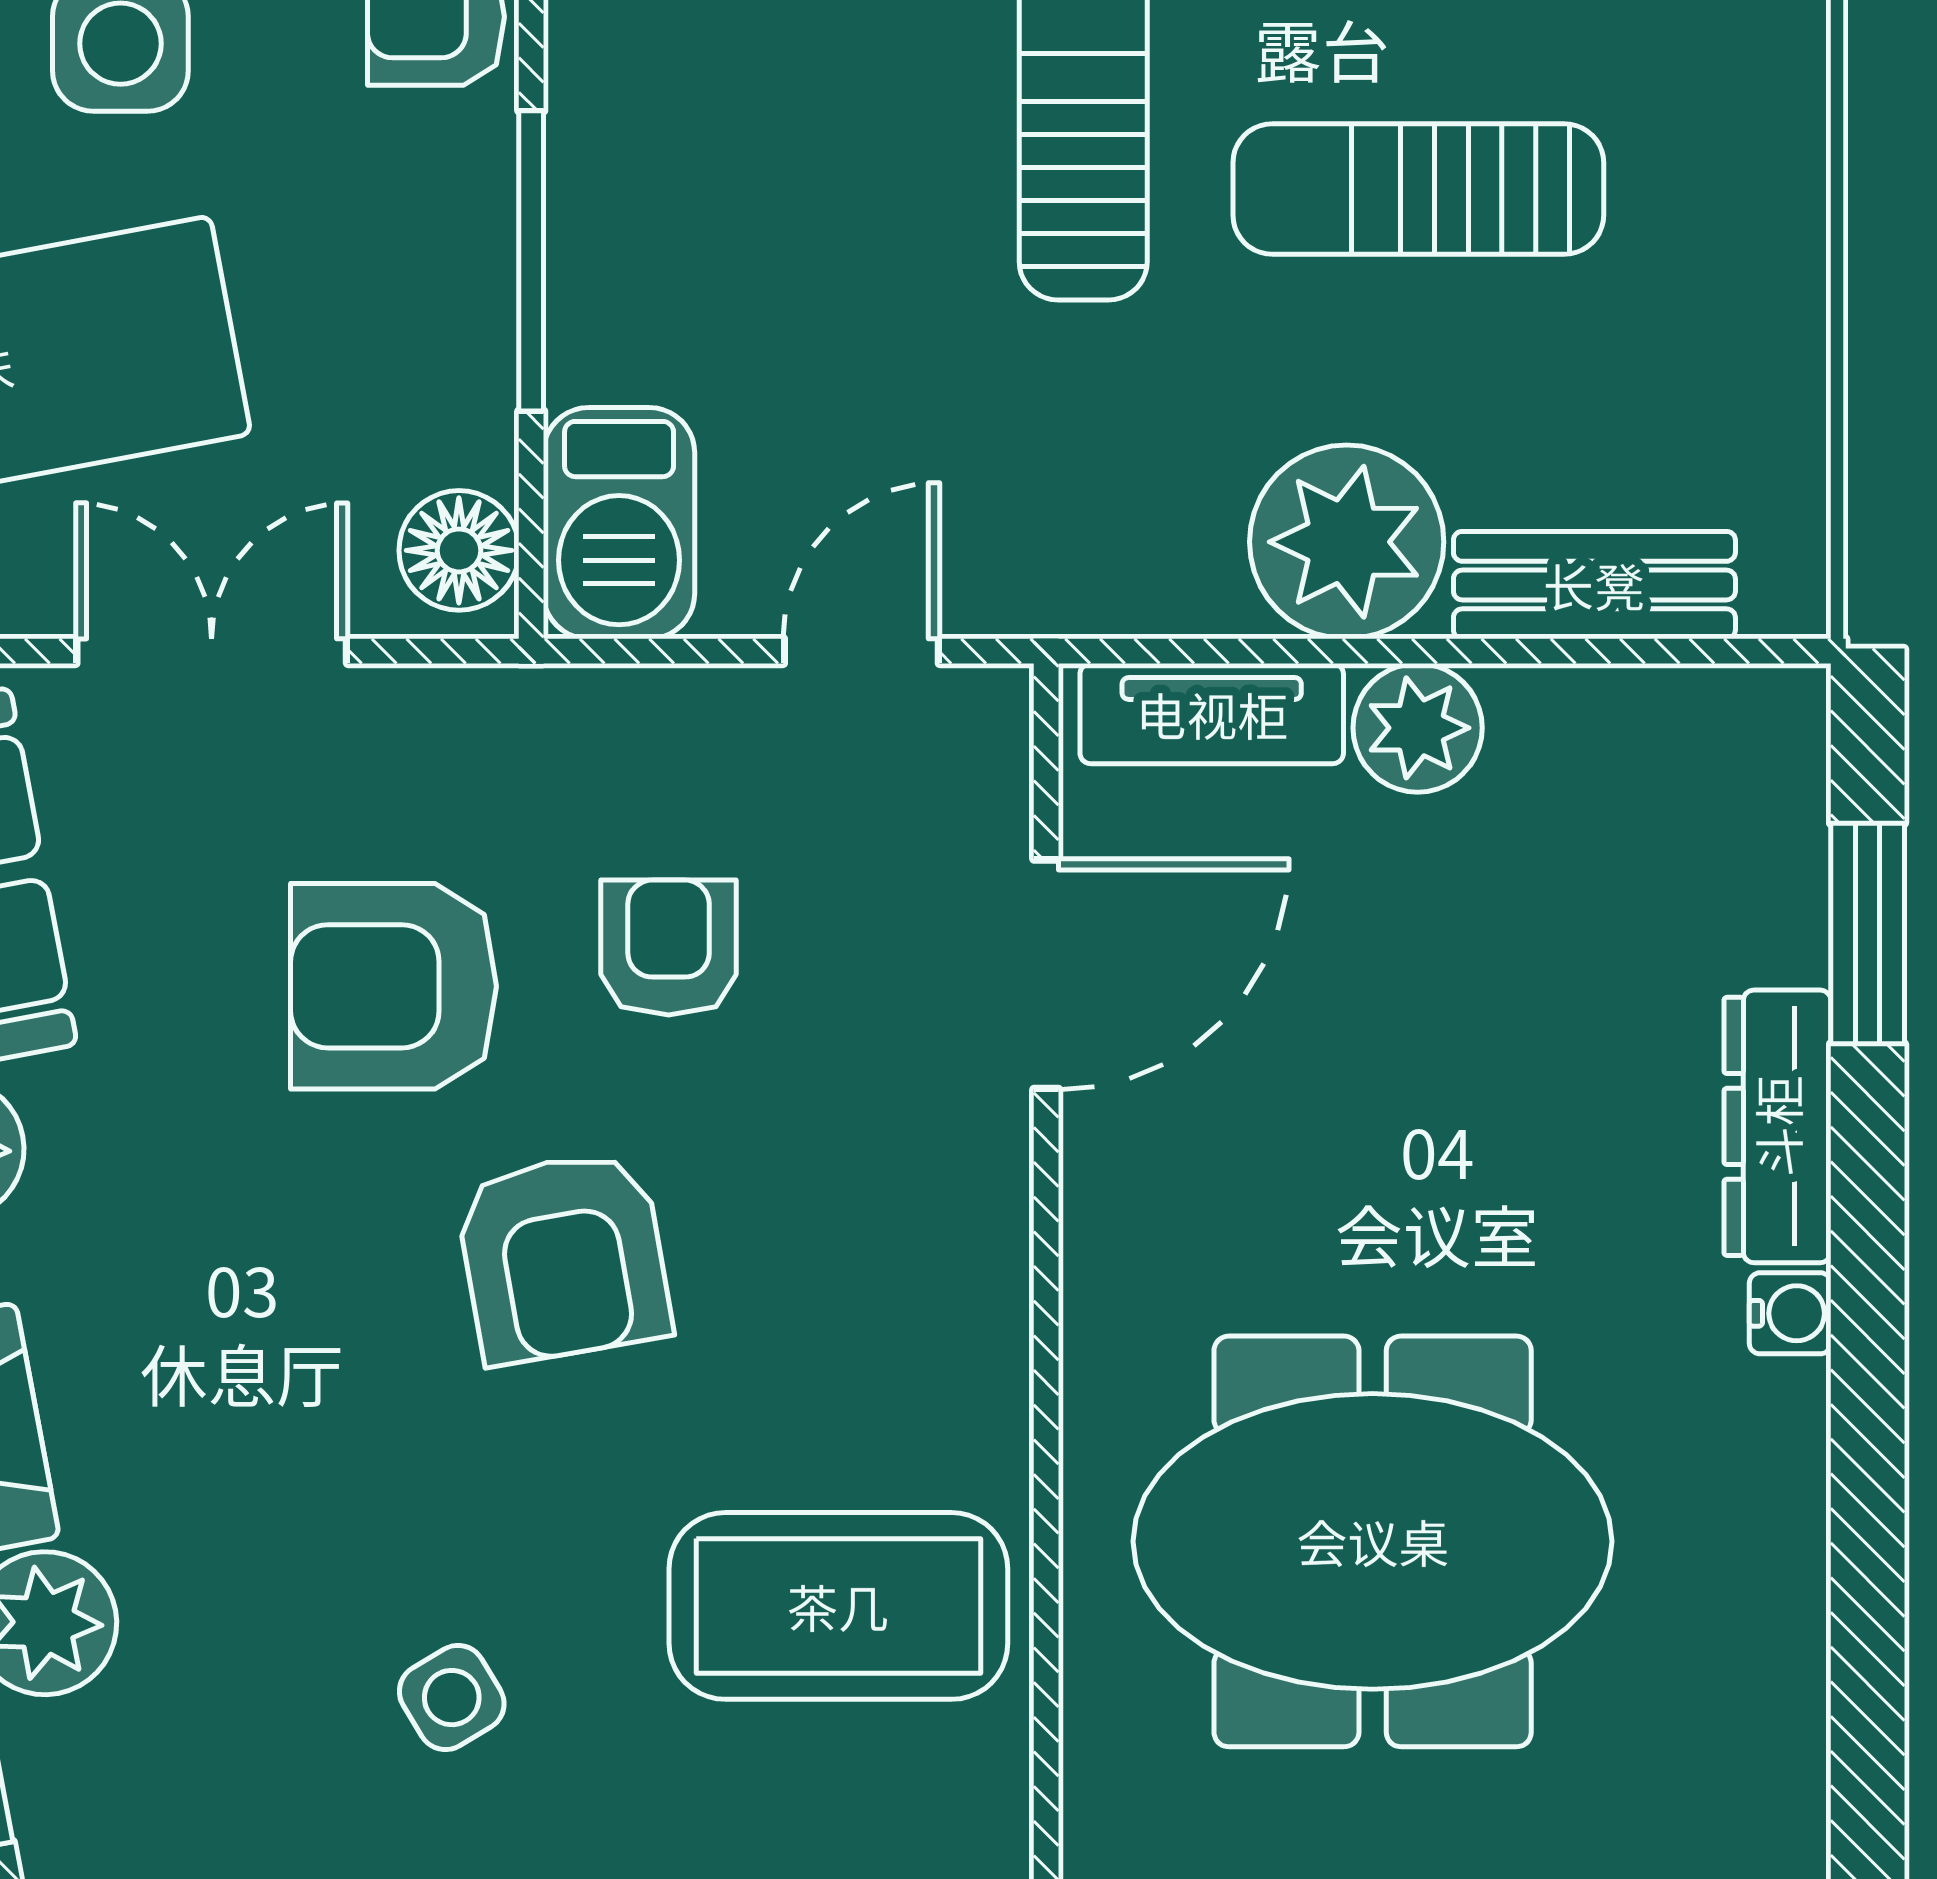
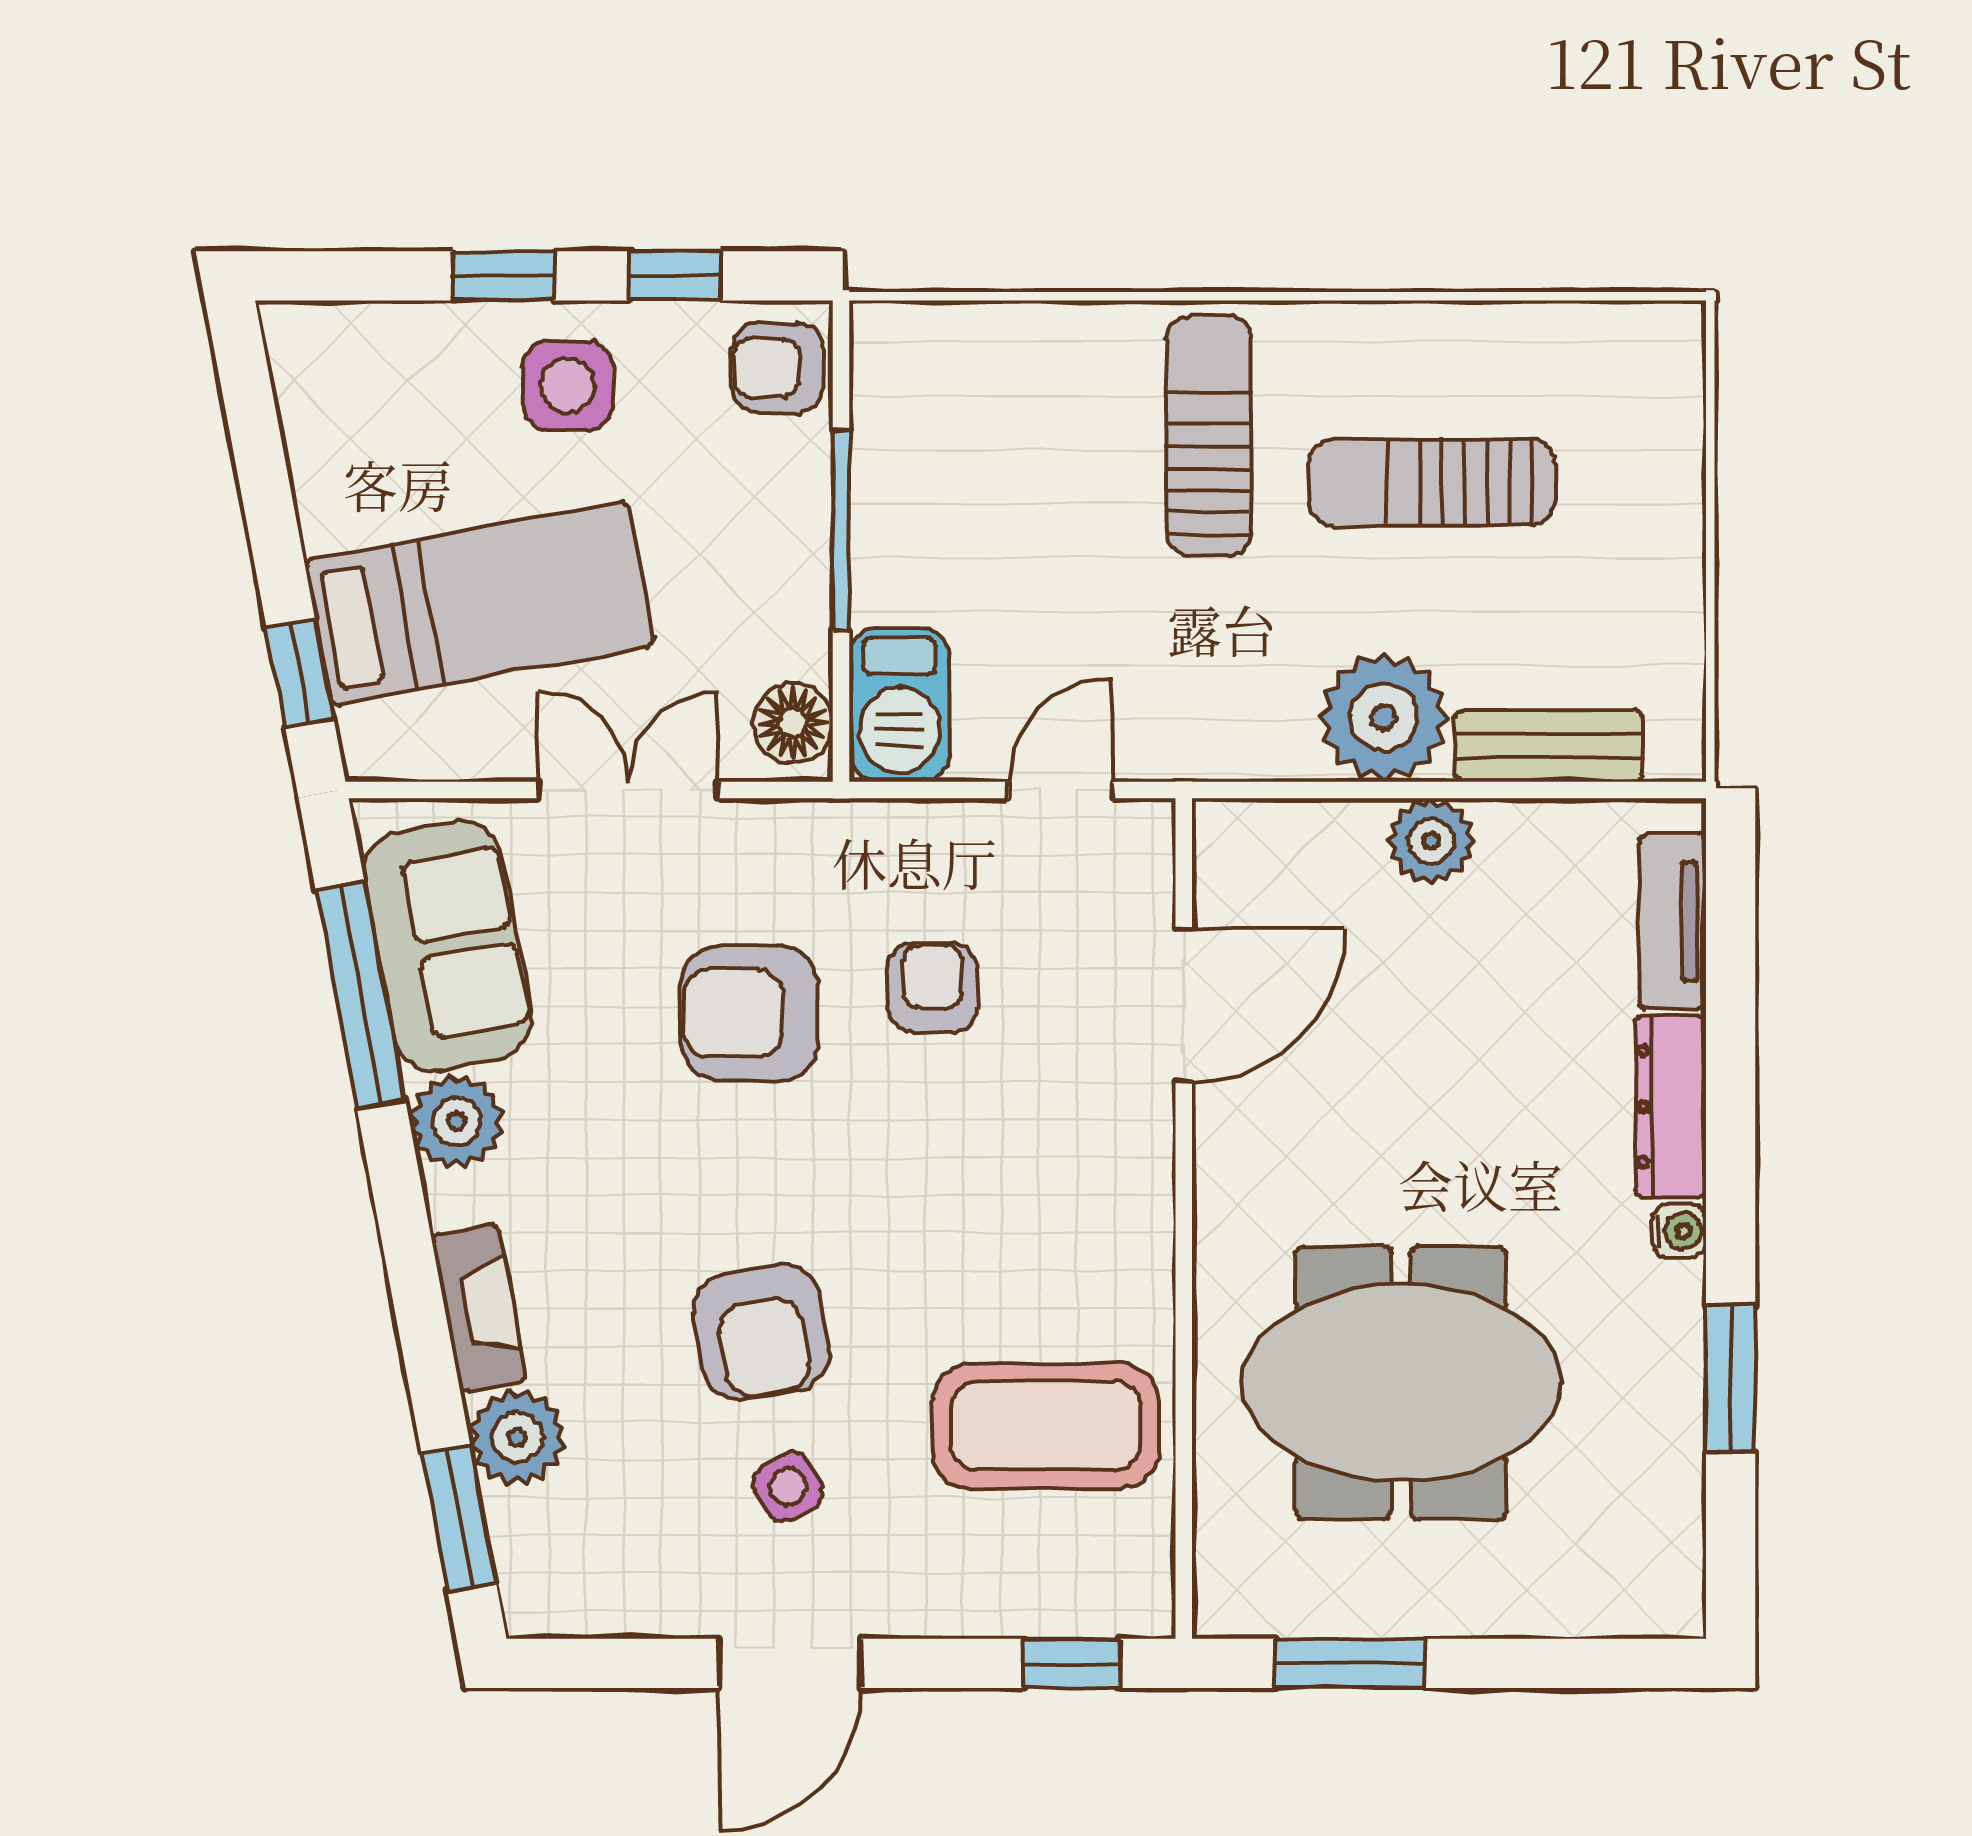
tv unit: (1212, 714) -> (1673, 921), moved, turned 90
window: (1868, 934) -> (1731, 1378), moved
armchair: (563, 1257) -> (761, 1332), moved

